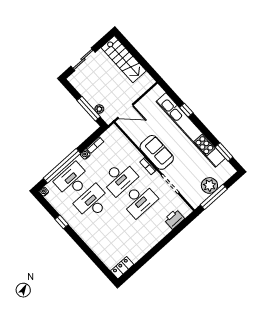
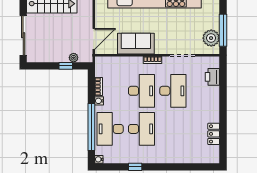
sliding door: (83, 59) -> (23, 35), width x1.37
window: (89, 109) -> (66, 66), width x0.46
sofa: (157, 152) -> (136, 44), moved
plant: (209, 185) -> (211, 38), moved
desk: (92, 202) -> (142, 129), turned 180
locker: (122, 268) -> (214, 134), moved

